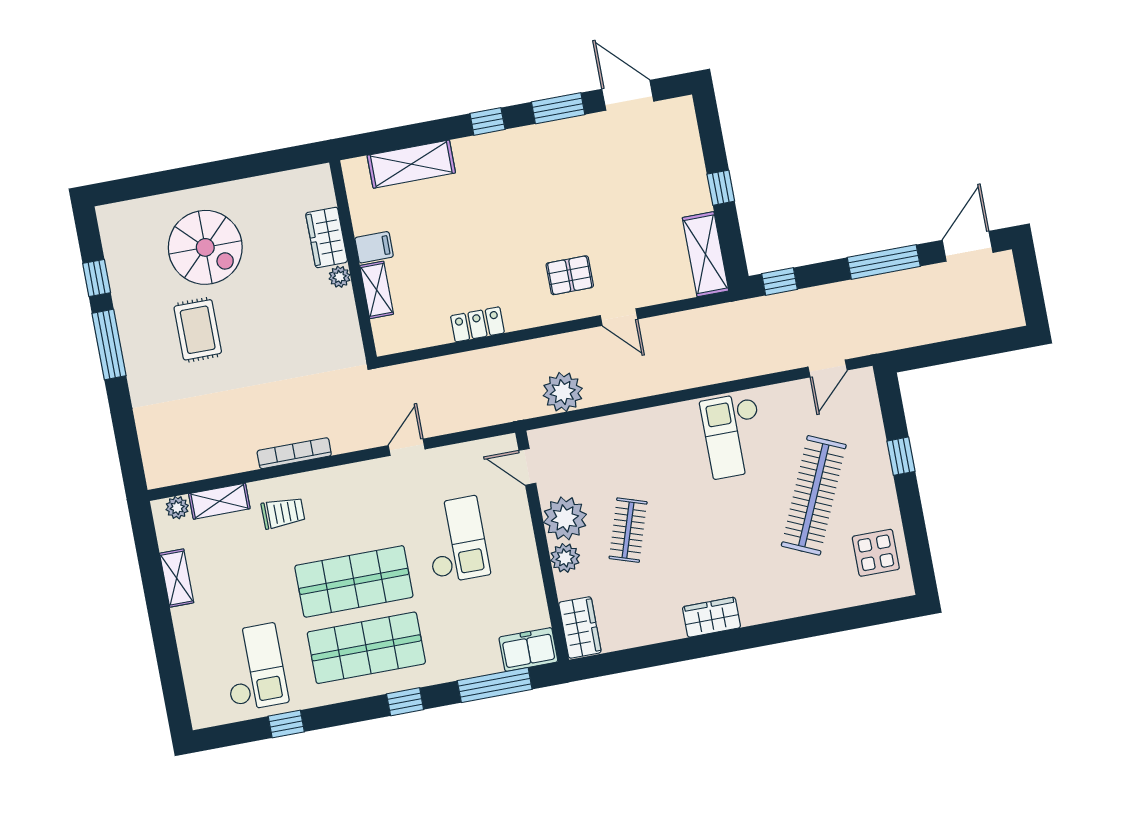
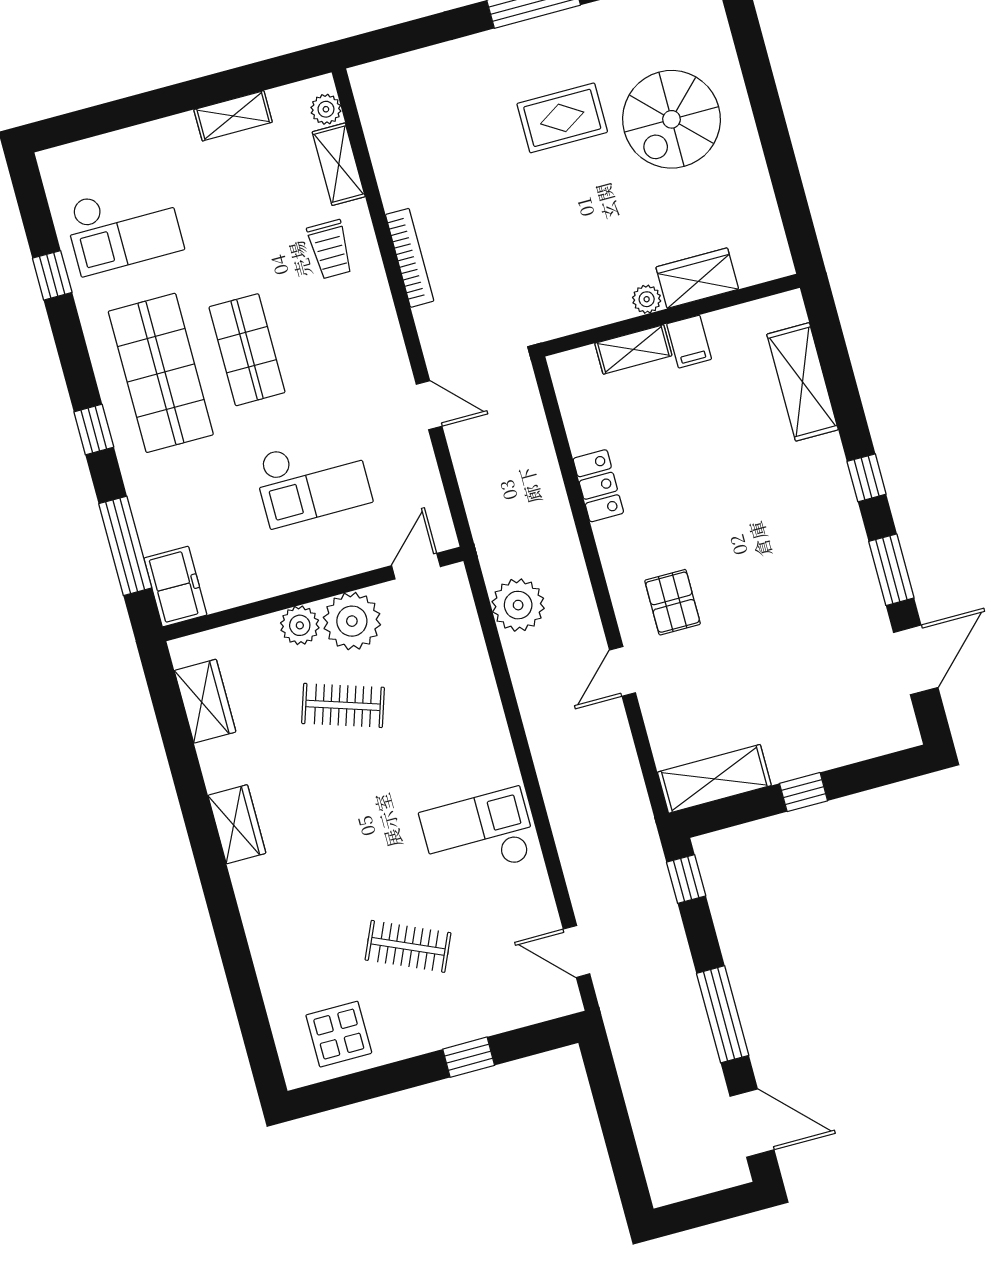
clothes rail: (814, 495) -> (408, 946), width x0.54, depth x0.76
shop shelf: (354, 581) -> (247, 350), width x0.70, depth x0.74
wardrobe: (580, 627) -> (205, 701), moved, turned -90

